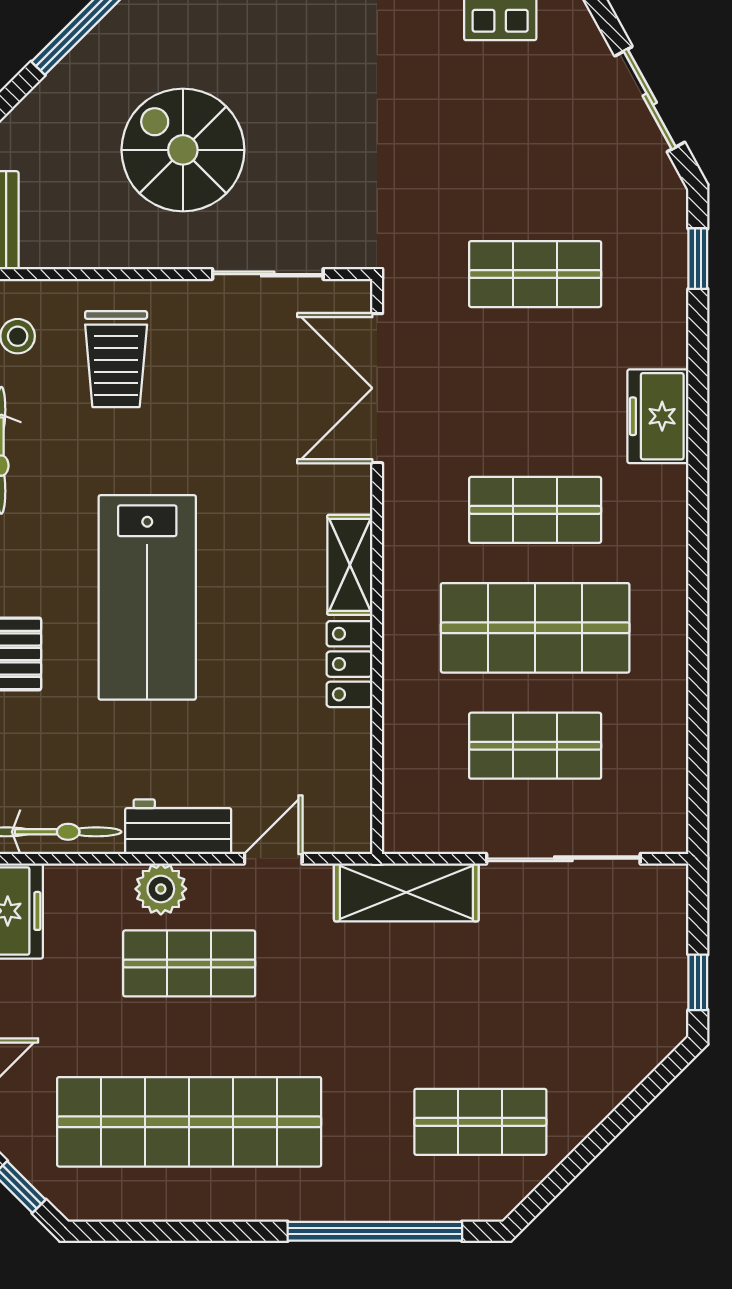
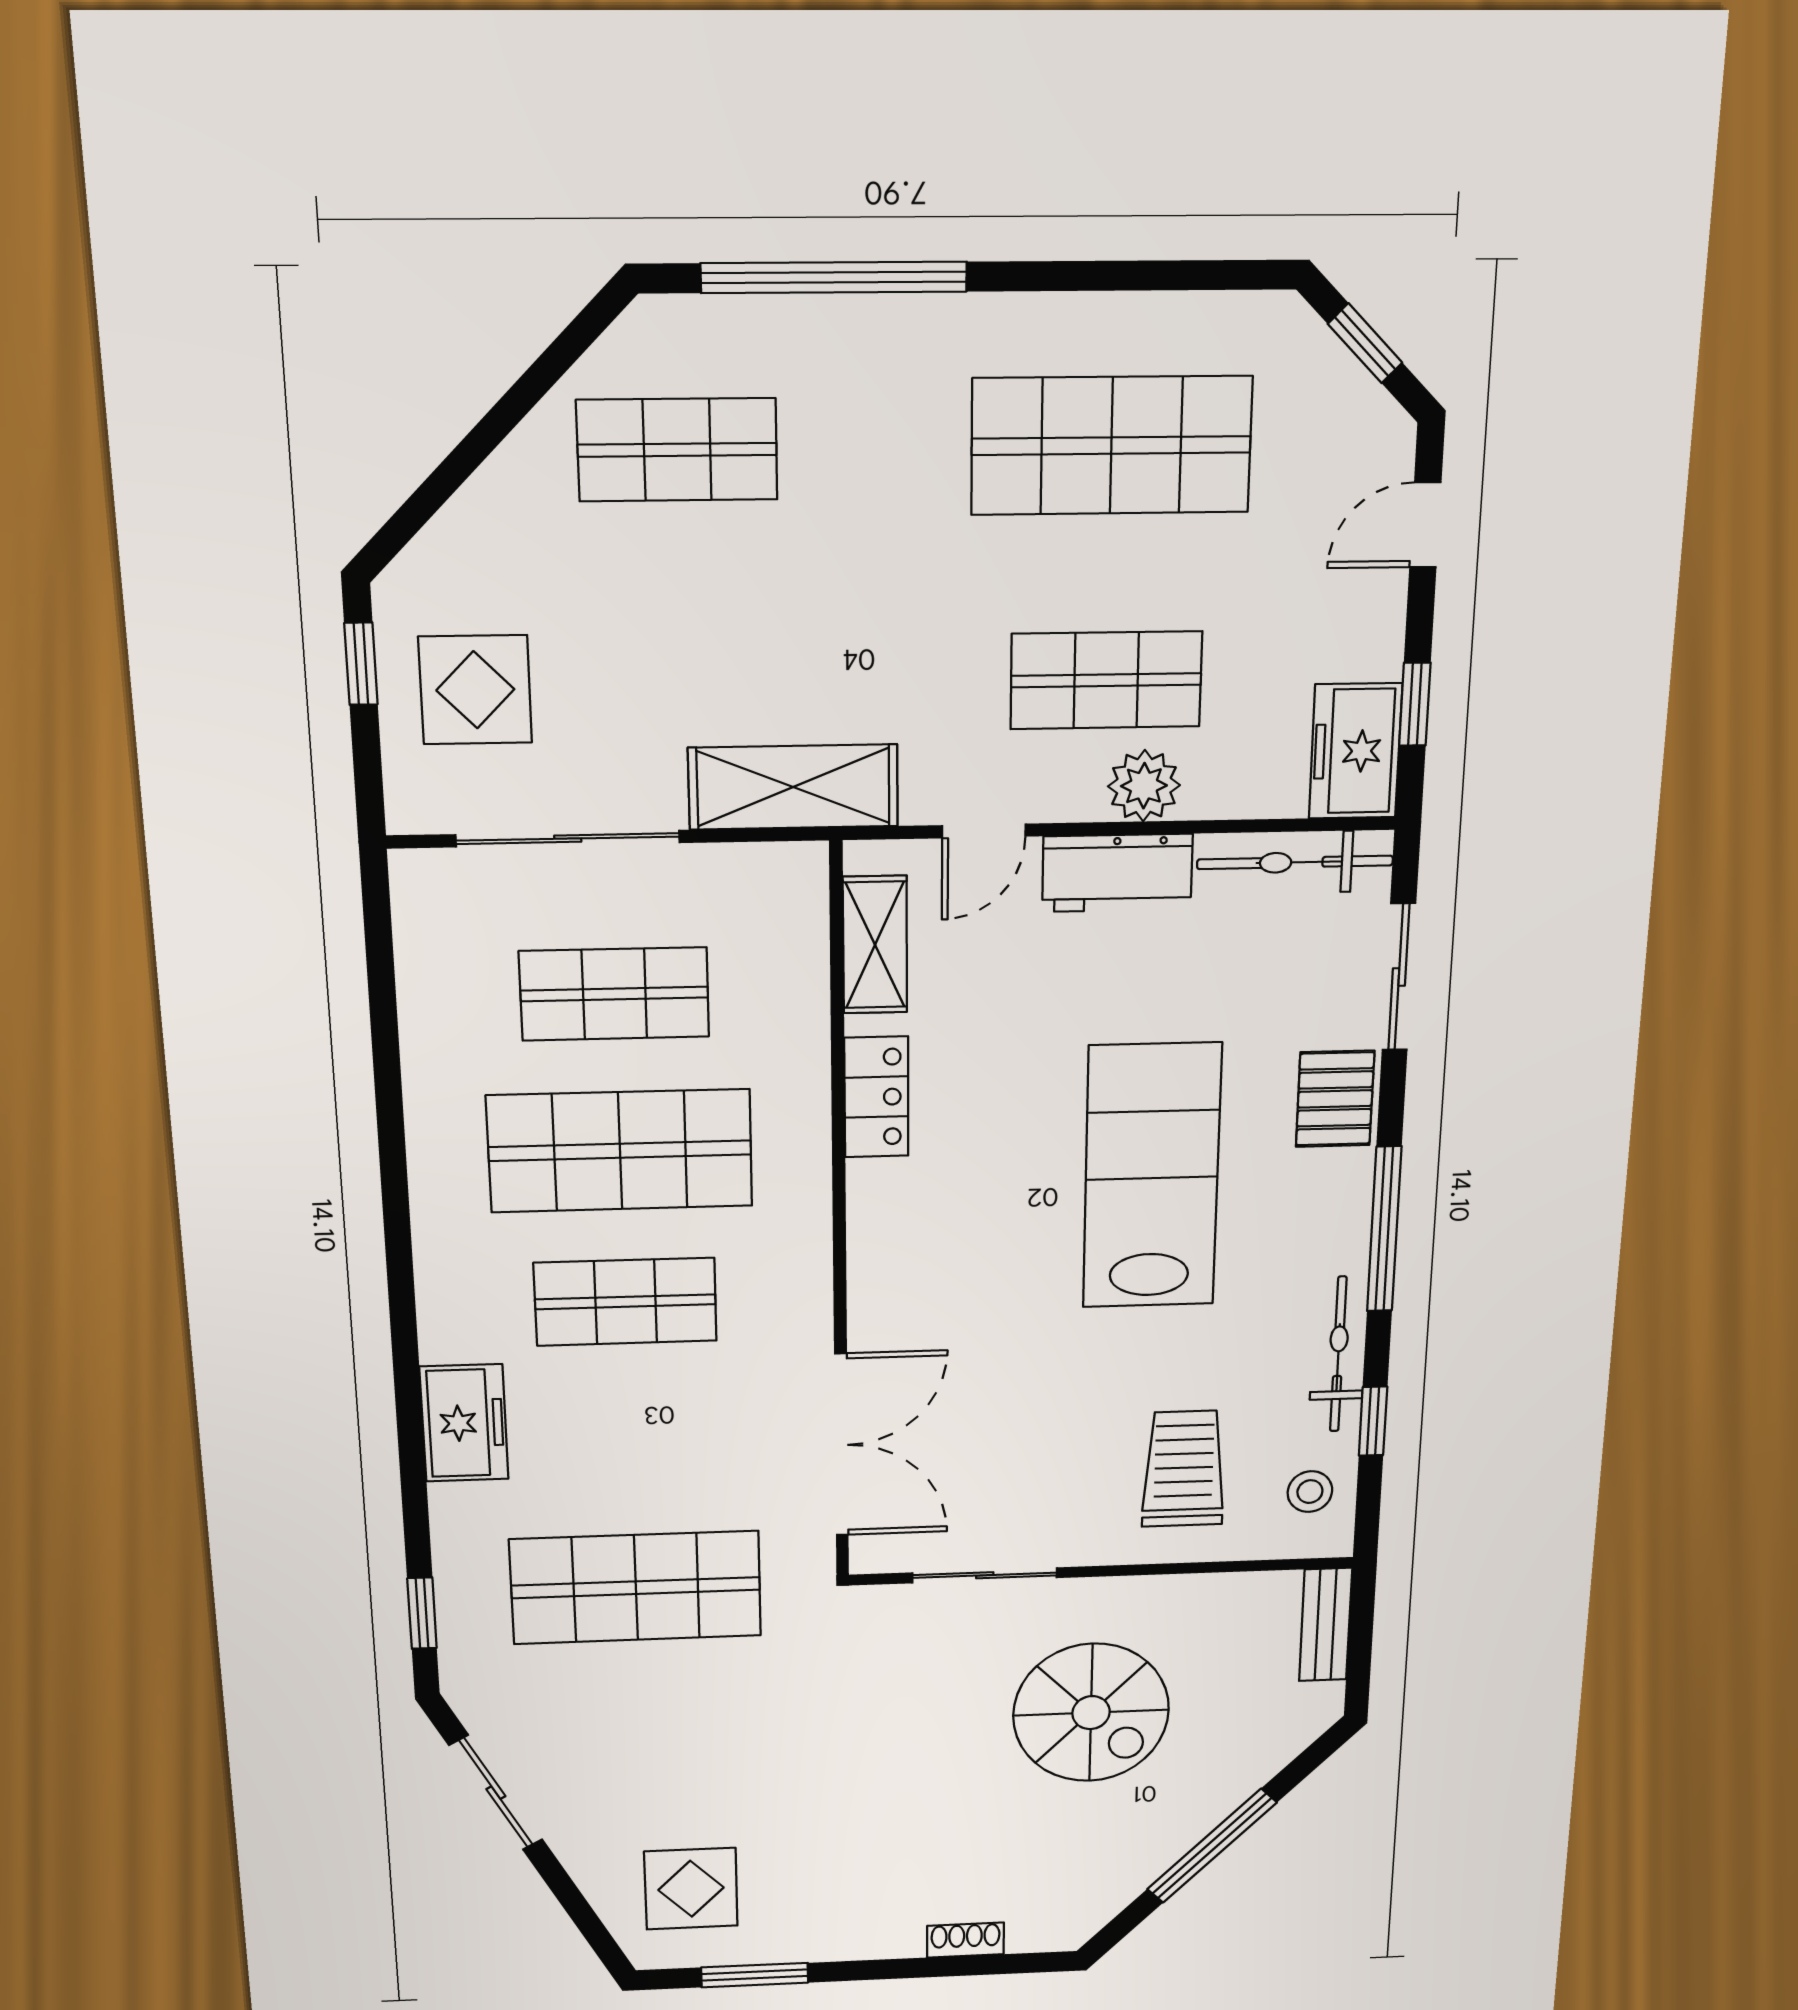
shop shelf: (535, 274) -> (636, 1588), width x1.43, depth x1.36
shelving: (350, 565) -> (875, 945), moved
display table: (622, 963) -> (475, 690), added
shop shelf: (189, 1122) -> (1111, 446), width x0.71

